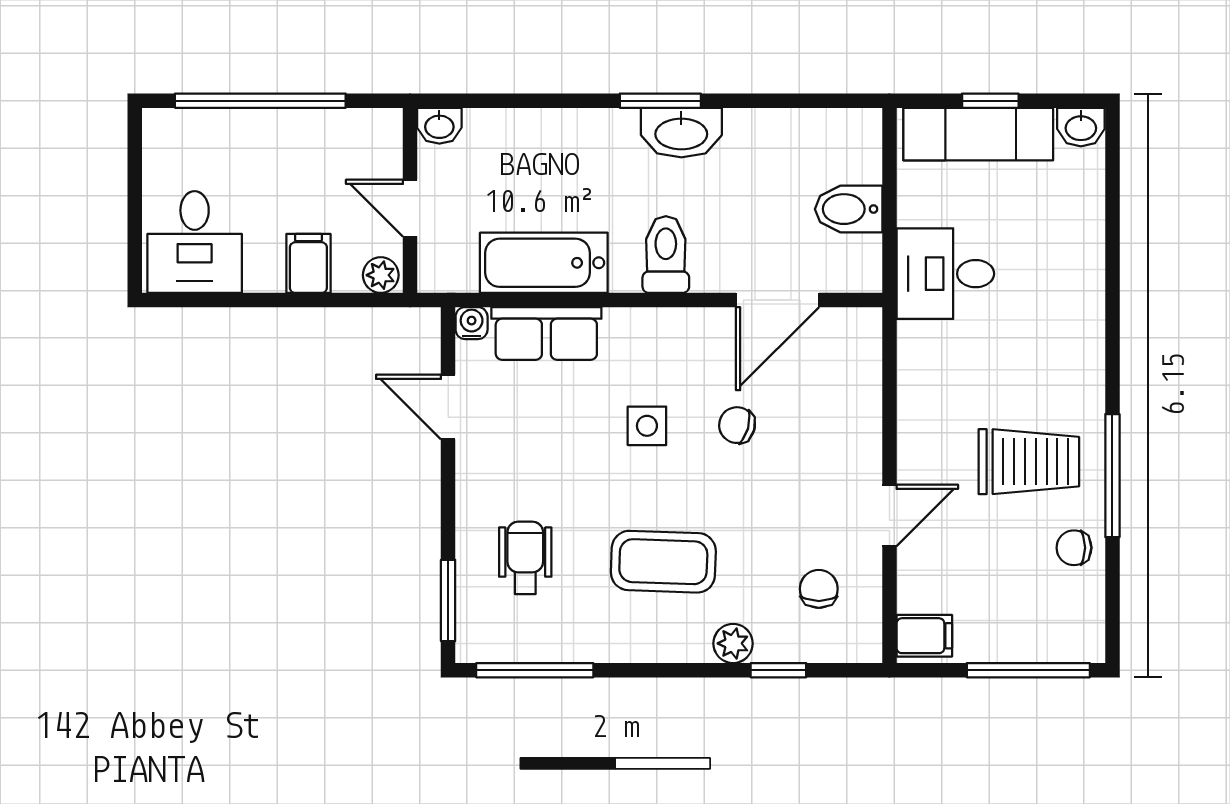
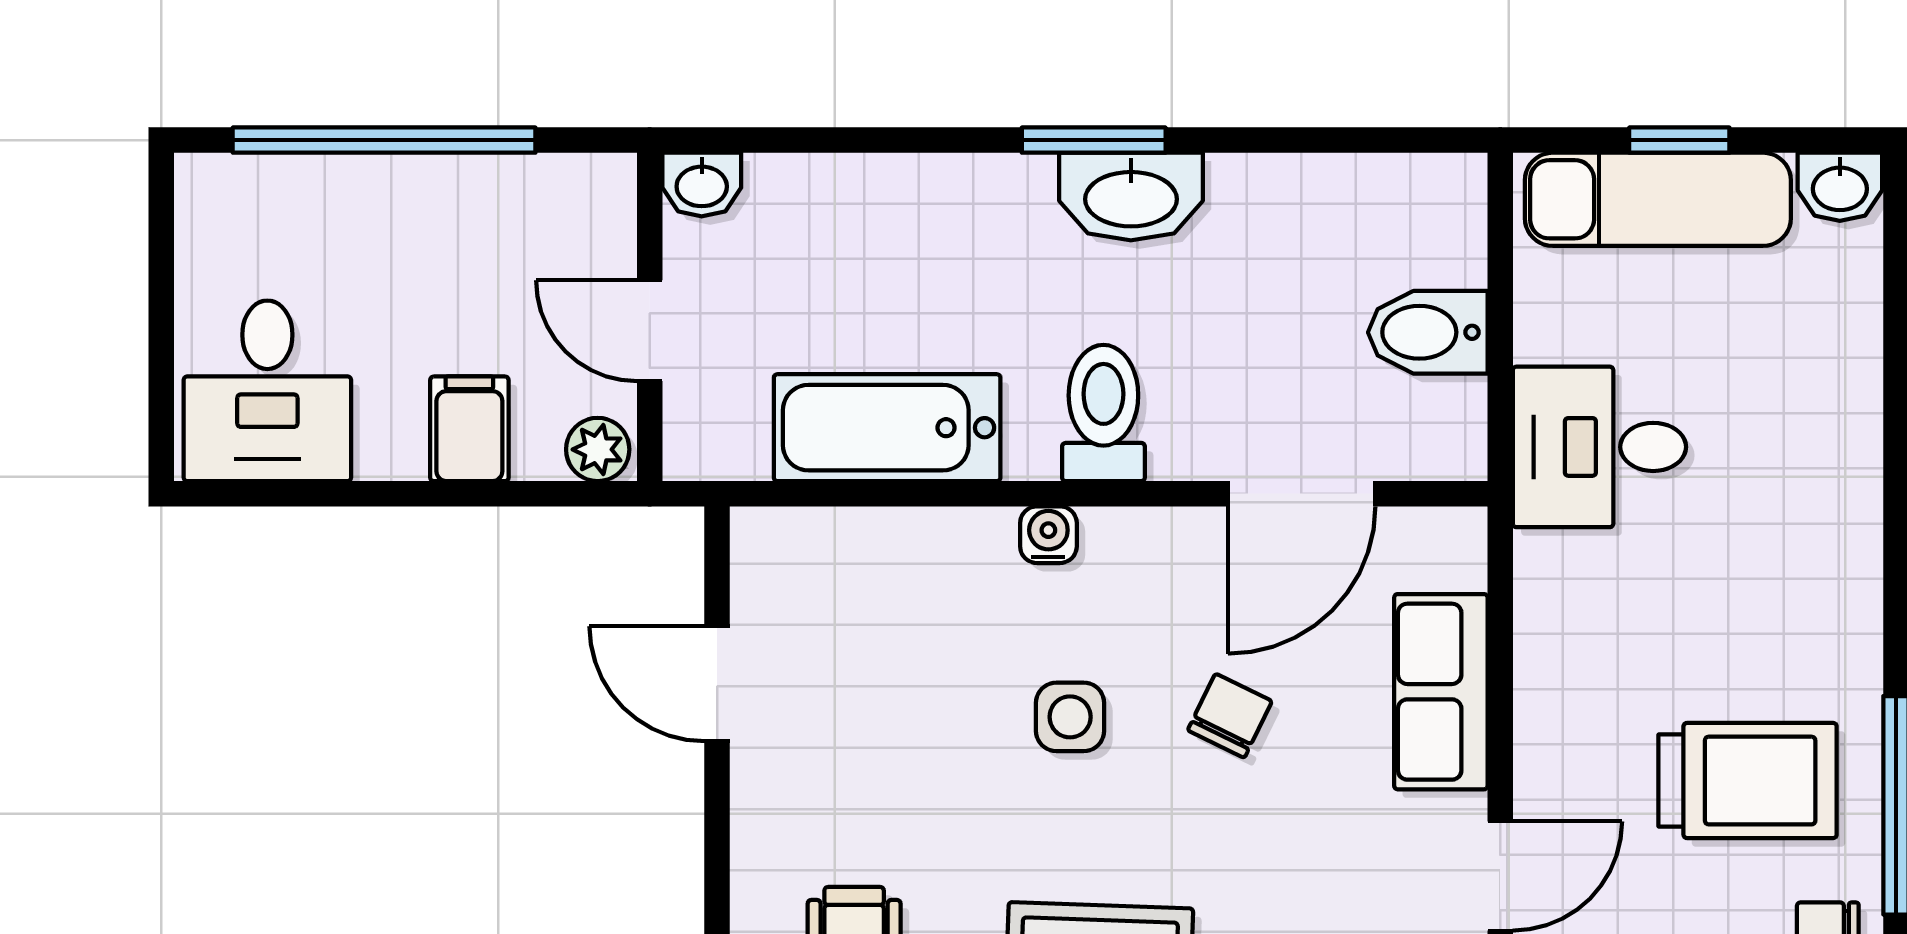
water cooler: (472, 323) -> (1048, 535), moved
row of seats: (546, 333) -> (1441, 692), moved, turned 90
chair: (737, 425) -> (1230, 716), turned 100

